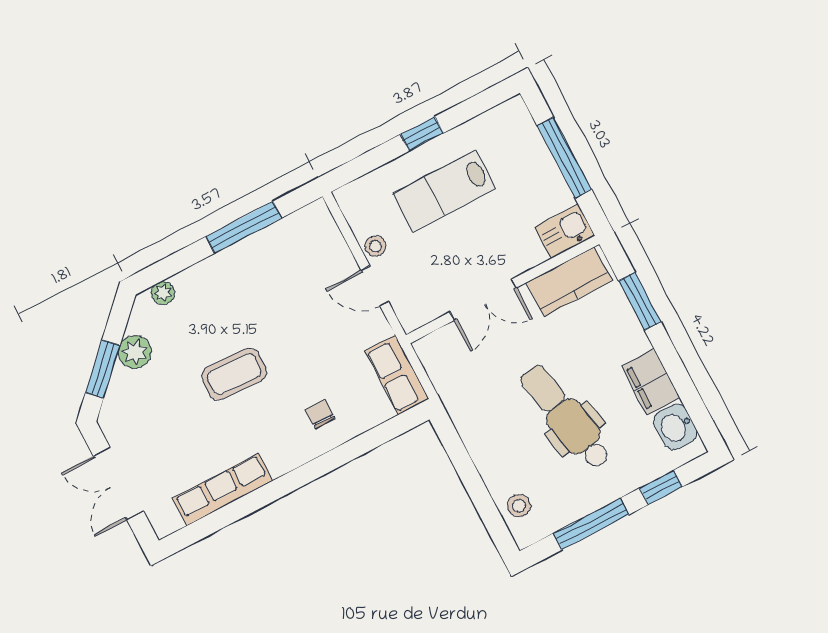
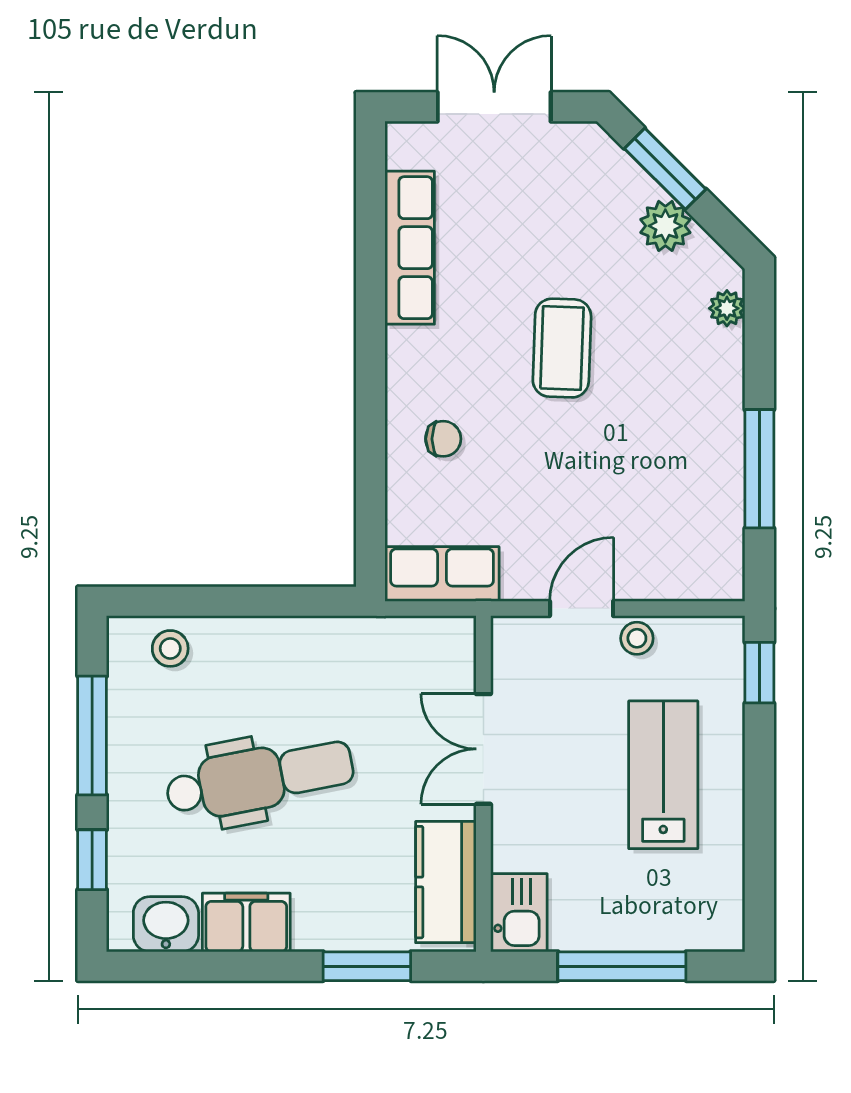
window: (422, 134) -> (759, 673), moved

